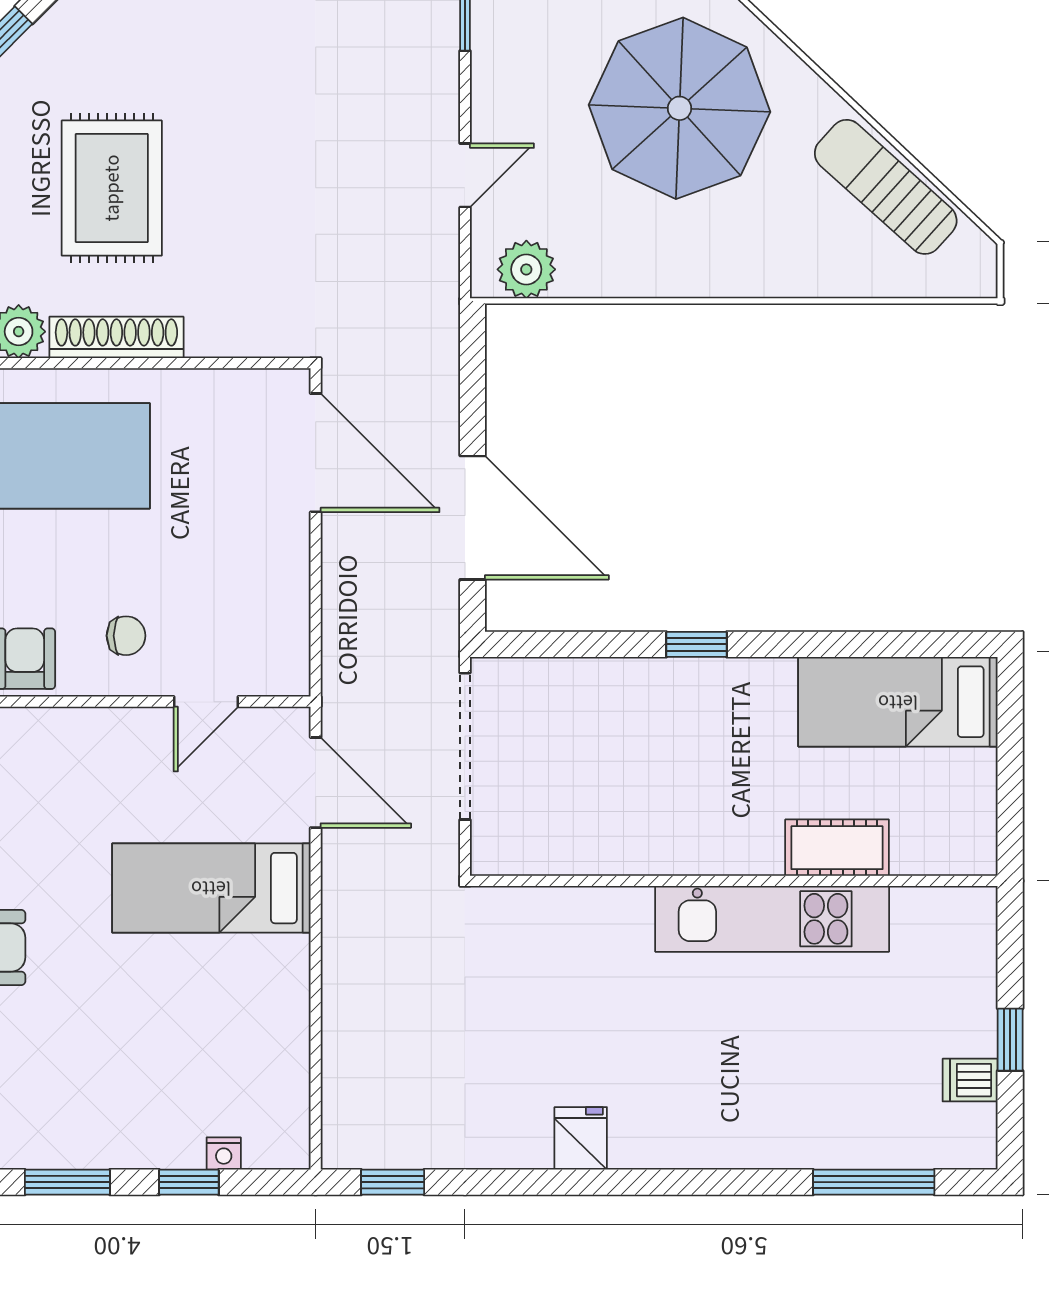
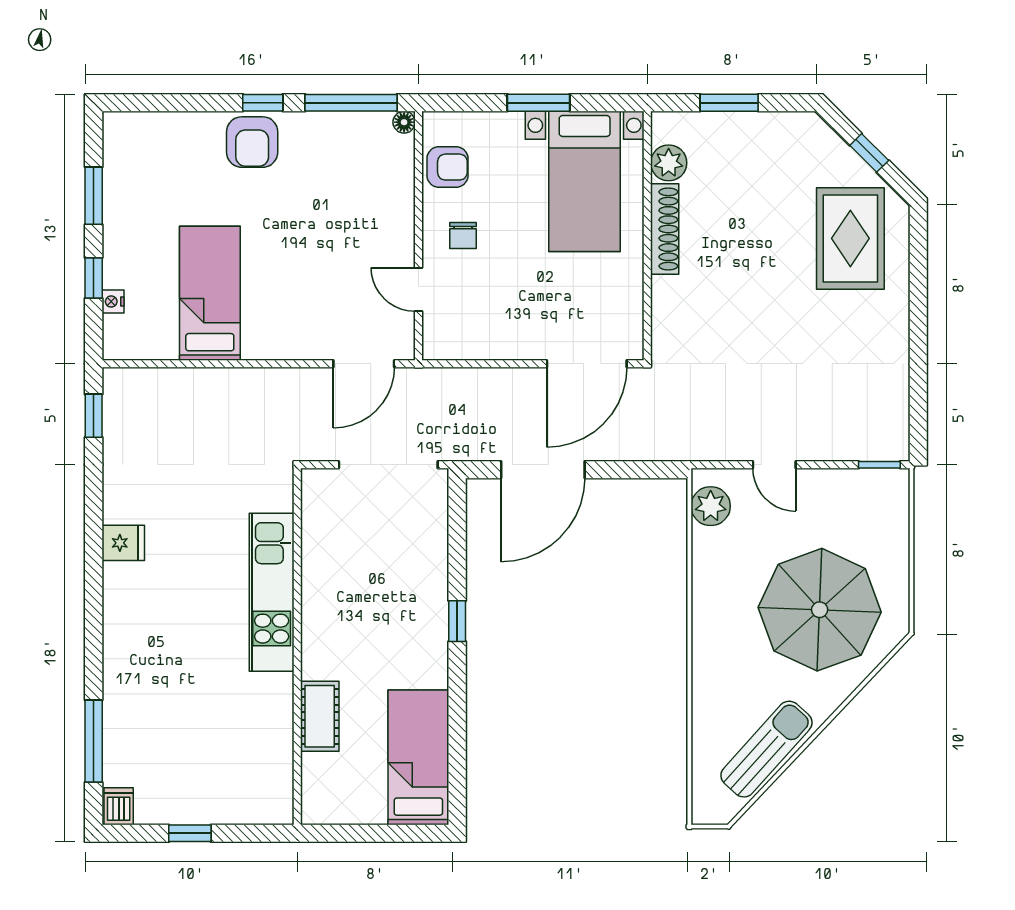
rug: (112, 188) -> (850, 238), moved, turned 90
bed: (211, 888) -> (210, 293), moved
kitchen unit: (772, 919) -> (272, 592), moved
dishwasher: (970, 1080) -> (119, 806), moved

